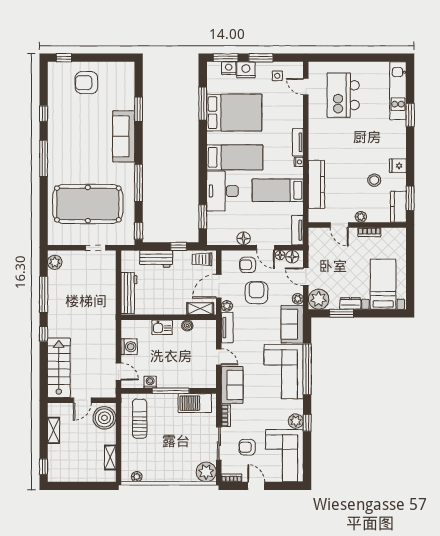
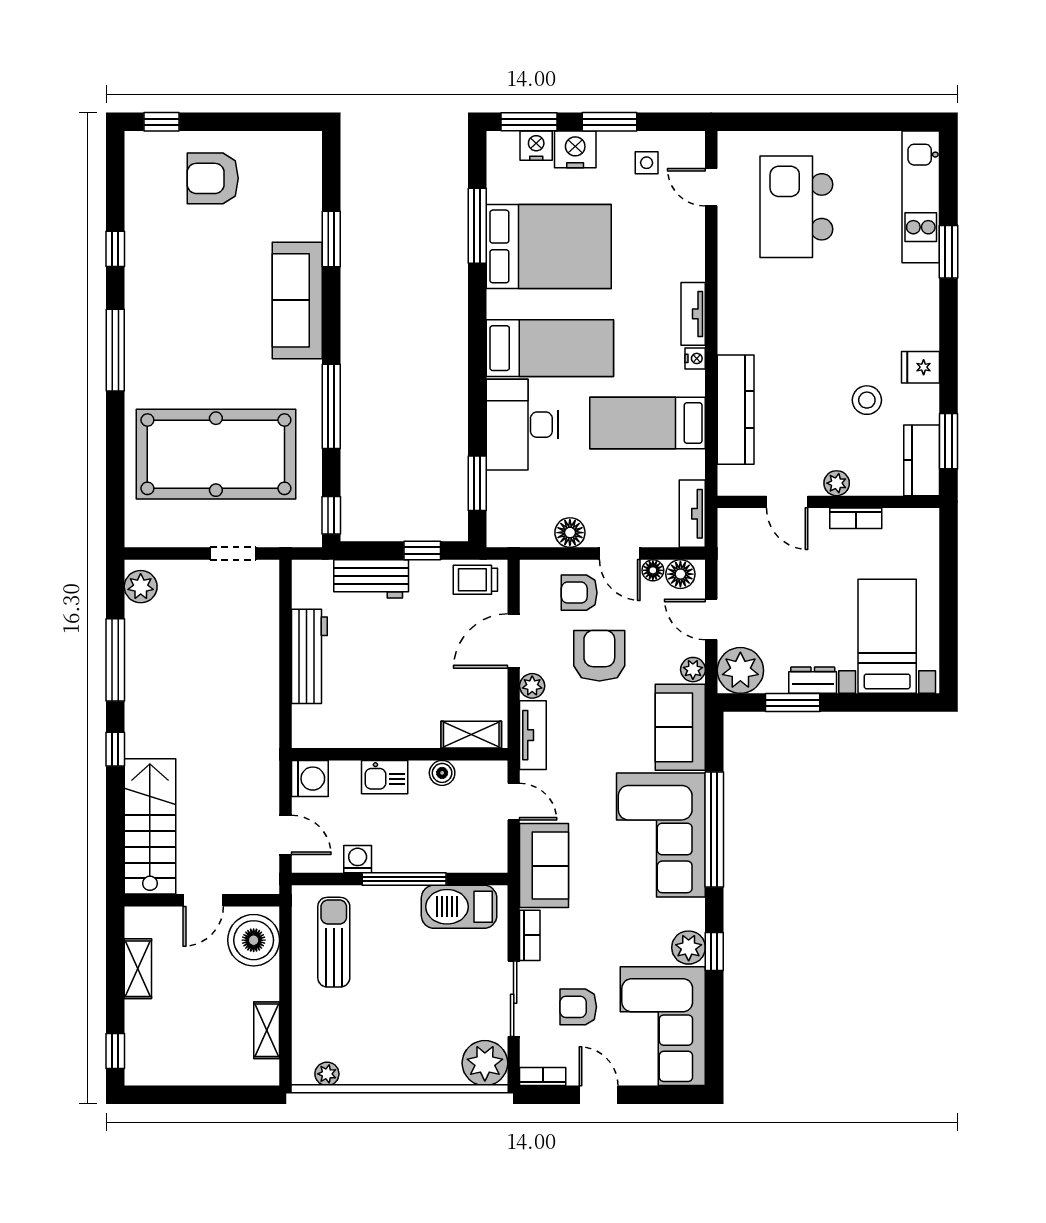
shelving: (200, 309) -> (471, 735), moved
wall: (169, 317) -> (400, 754), moved
boiler: (187, 326) -> (442, 773), moved
kitchen sink: (162, 327) -> (385, 777), moved

